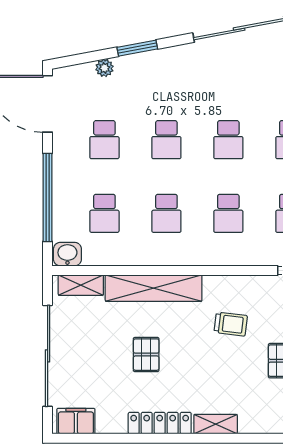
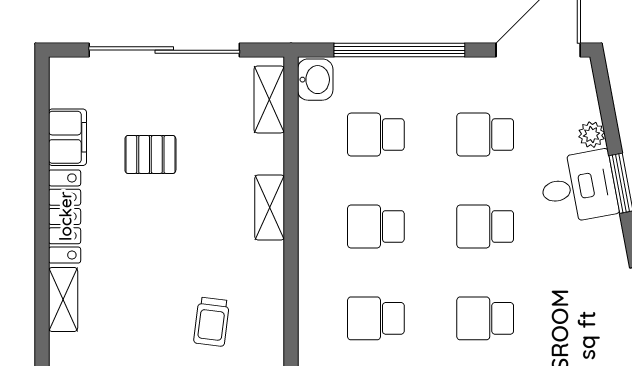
desk: (140, 77) -> (578, 187), added
shelving: (154, 288) -> (270, 207), width x0.45, depth x0.75
pallet: (146, 355) -> (150, 154), moved
filing cabinet: (76, 421) -> (67, 137), moved

